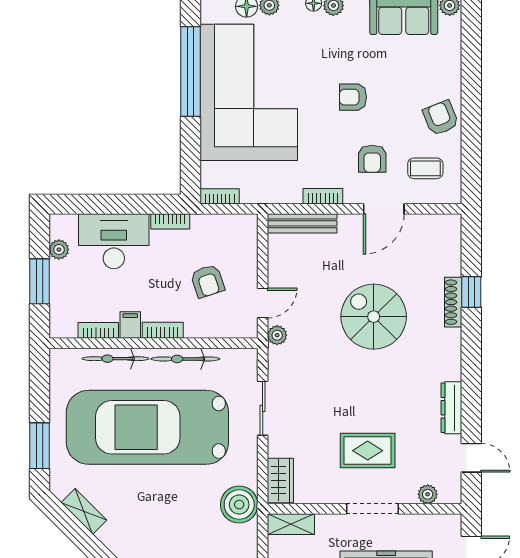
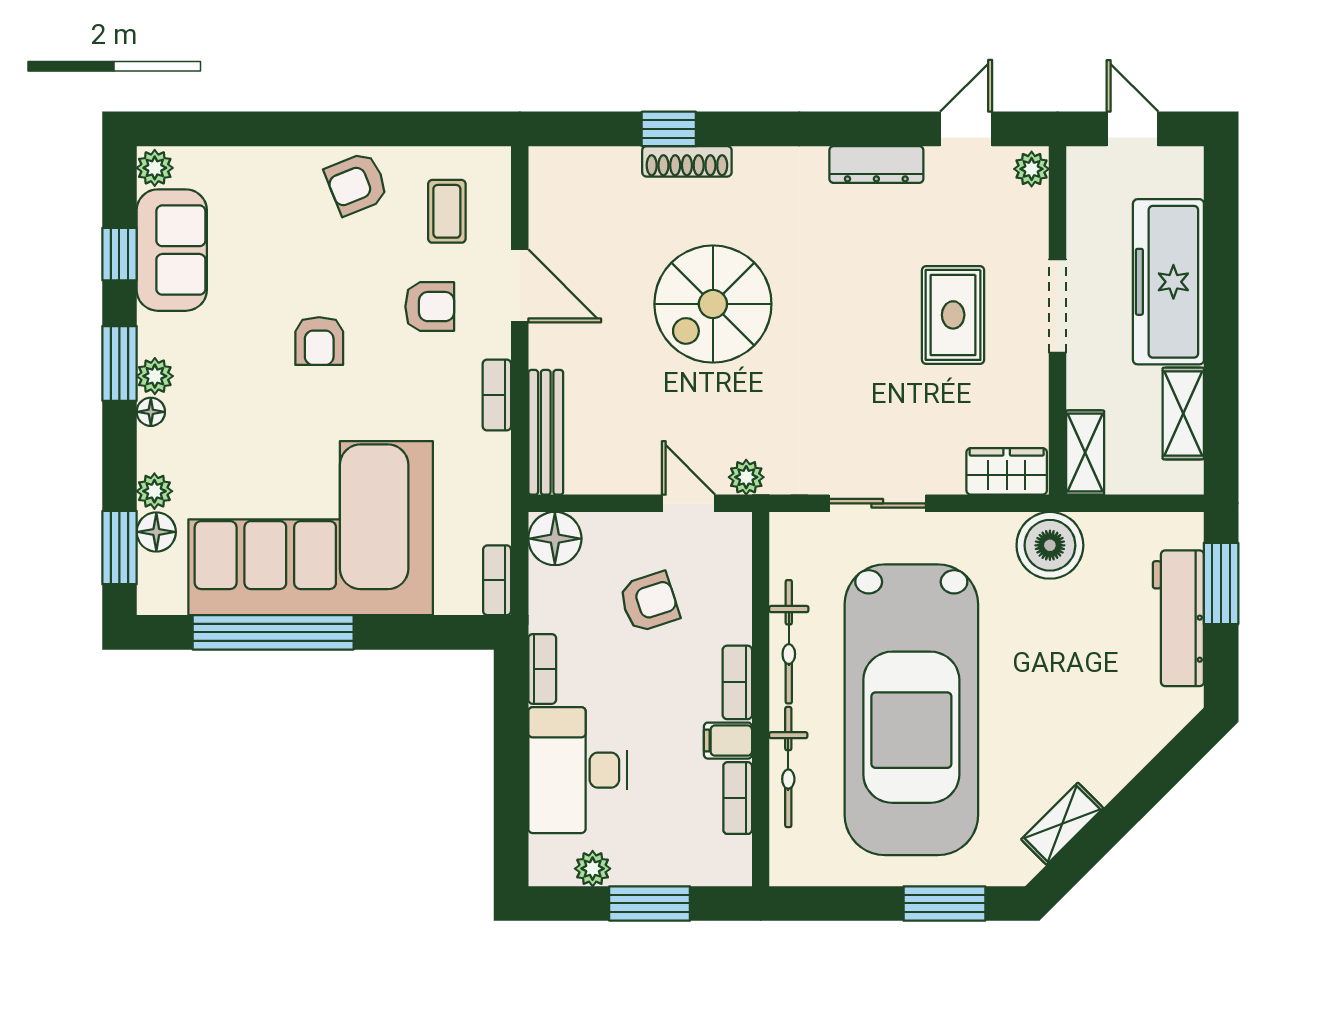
floor lamp: (243, 229) -> (555, 539), added
plant: (428, 494) -> (1032, 169), moved

